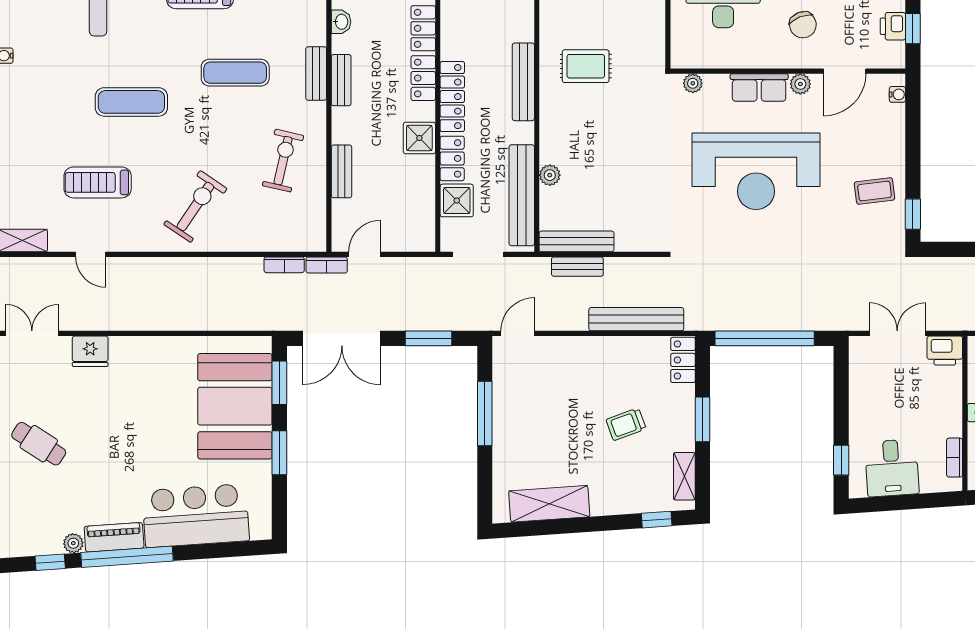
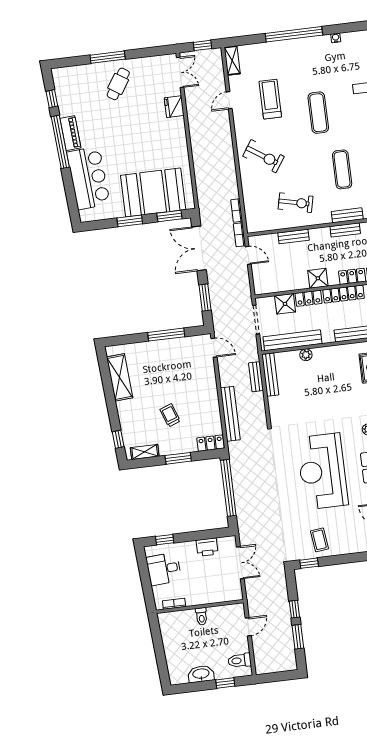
printer: (945, 351) -> (207, 547), moved, turned -90
plant: (73, 543) -> (64, 110), removed

